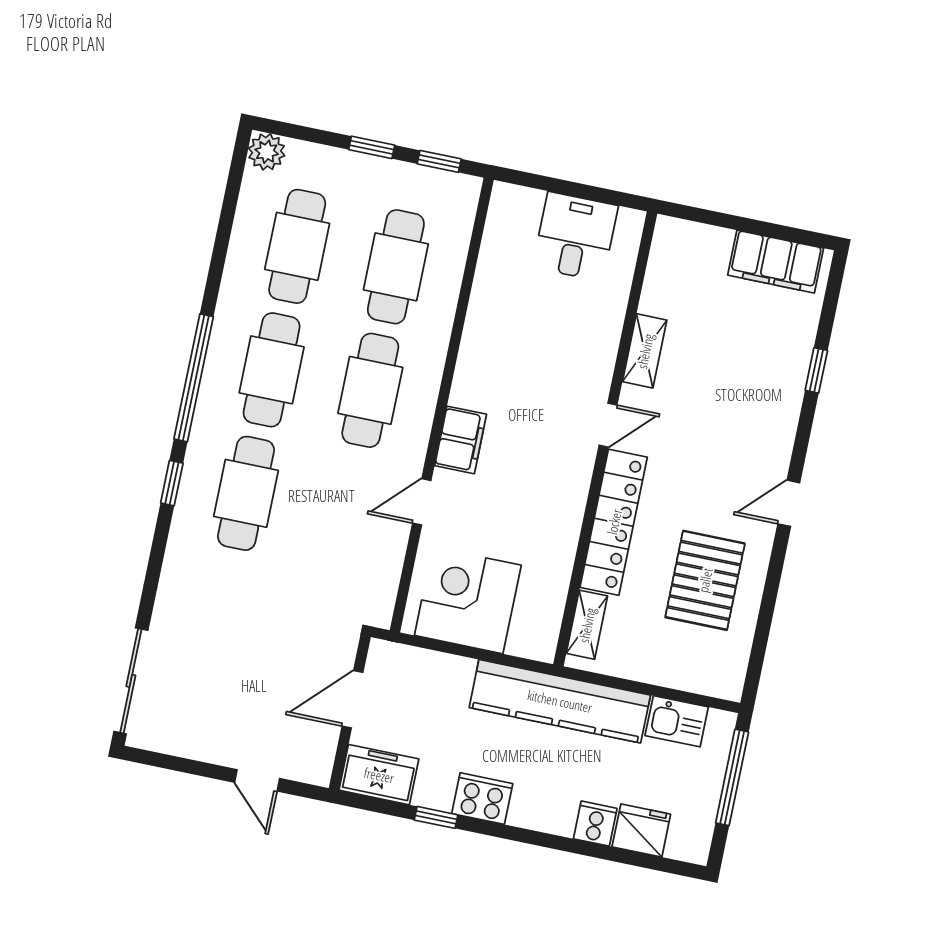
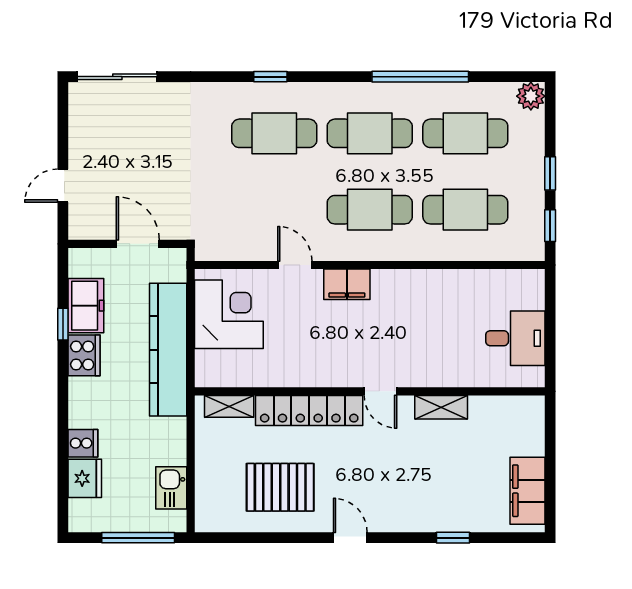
window: (194, 378) -> (420, 77), moved
kitchen counter: (560, 701) -> (168, 350), moved
freezer: (379, 775) -> (86, 306), moved

